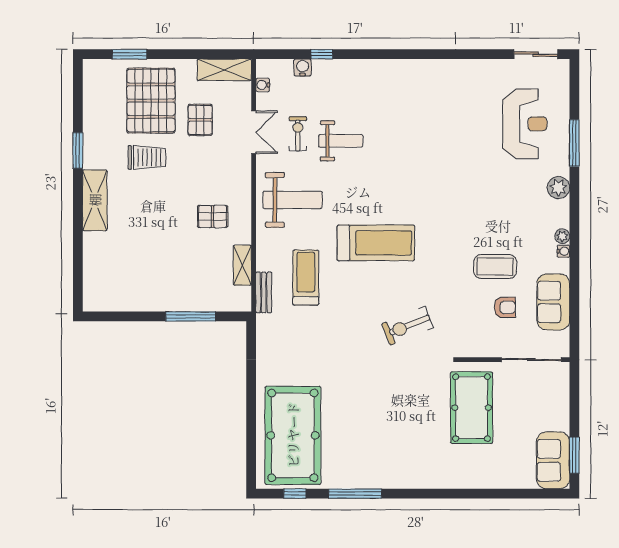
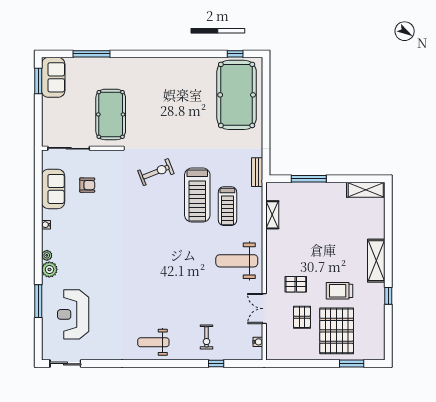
water cooler: (302, 68) -> (230, 354), removed
shelving: (224, 70) -> (366, 190), moved
exercise bike: (298, 134) -> (207, 337), moved
weight bench: (341, 141) -> (153, 342), moved
window: (78, 150) -> (388, 296), width x0.67
pallet: (213, 217) -> (296, 284), moved
plant: (562, 236) -> (47, 255), moved
treadmill: (376, 243) -> (197, 195), moved, turned -90
coffee table: (495, 266) -> (94, 214), removed
bench: (264, 292) -> (257, 172), moved
armchair: (505, 307) -> (87, 185), turned 180
window: (355, 494) -> (92, 54), moved

